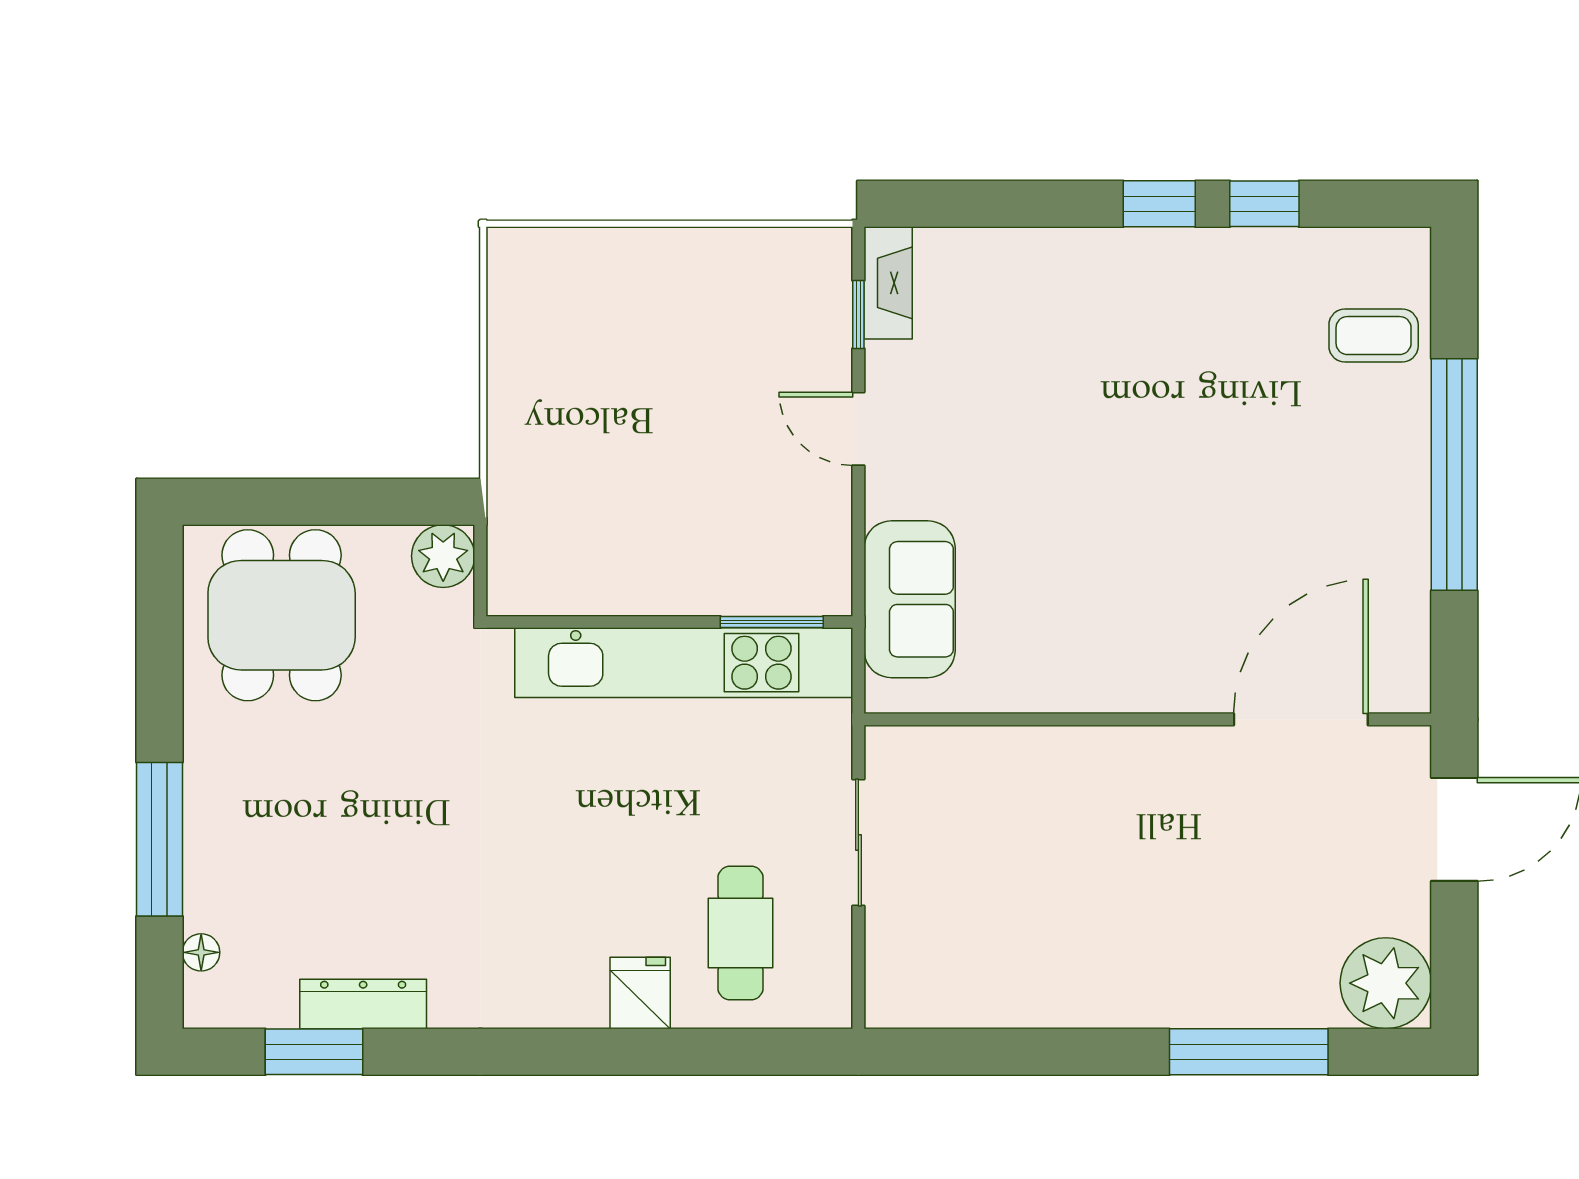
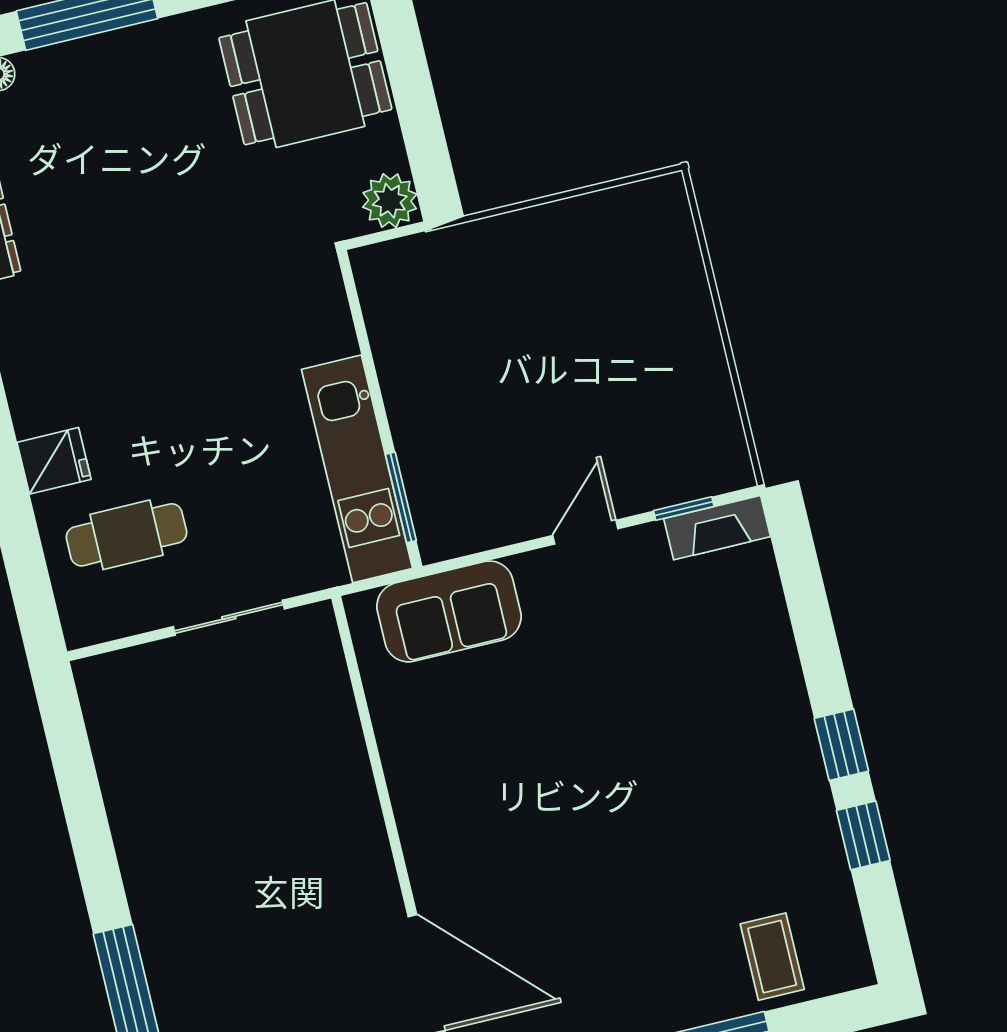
kitchen unit: (684, 663) -> (357, 469), width x0.73

